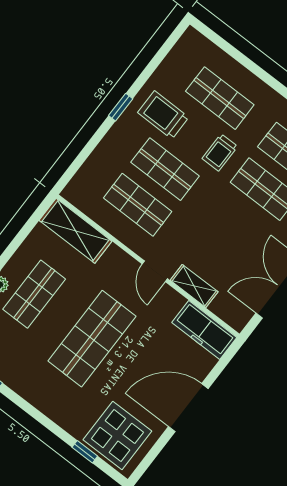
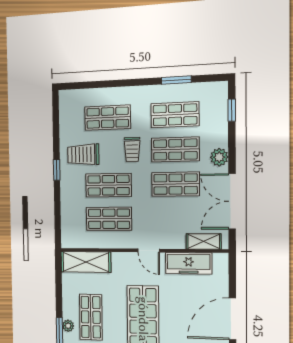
shop shelf: (237, 225) -> (176, 184), added
shelving: (194, 286) -> (204, 241), moved
freezer: (204, 330) -> (189, 263), moved

